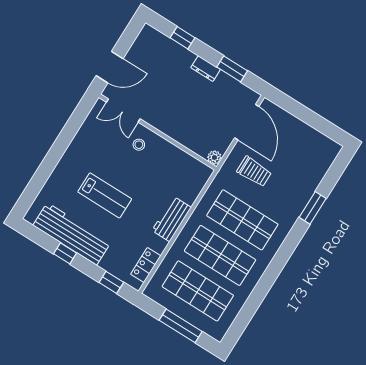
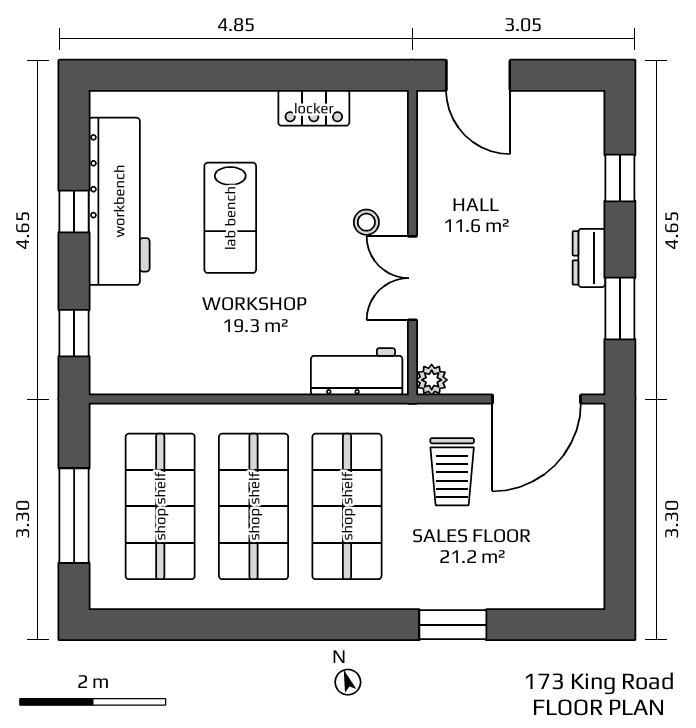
double door: (123, 110) -> (412, 278), moved
workbench: (172, 219) -> (357, 372), moved
locker: (146, 265) -> (314, 108), moved, turned 180

